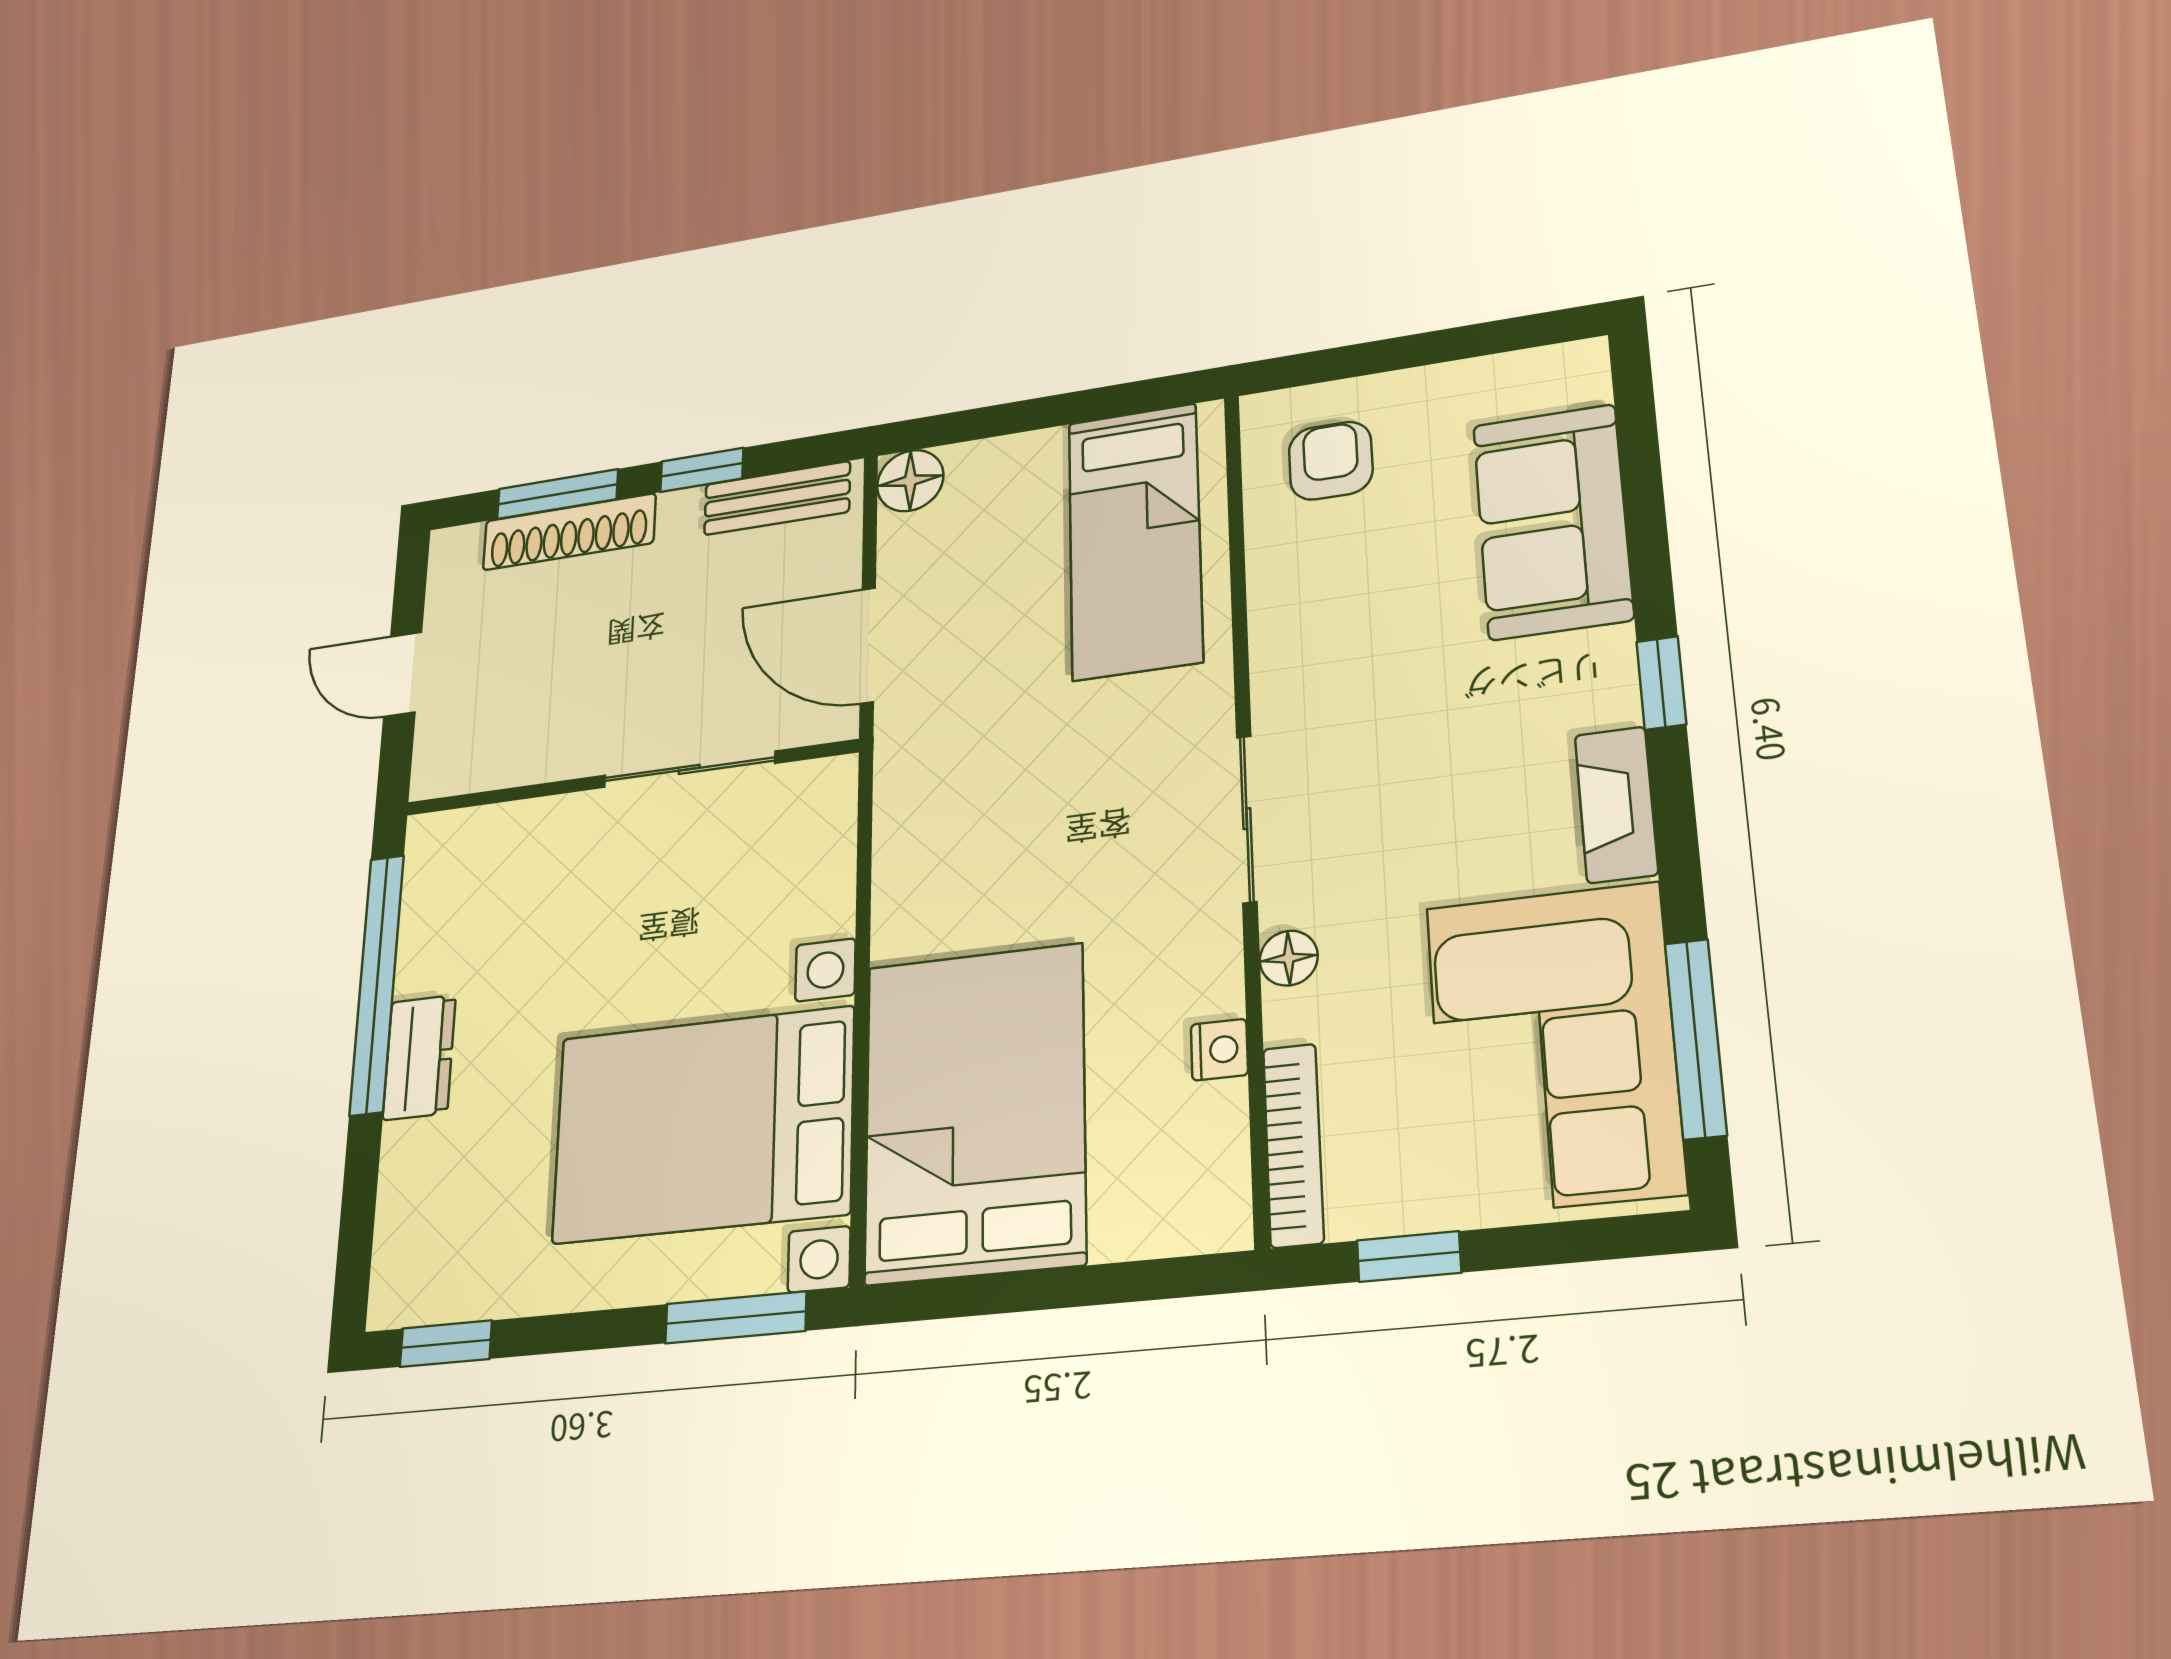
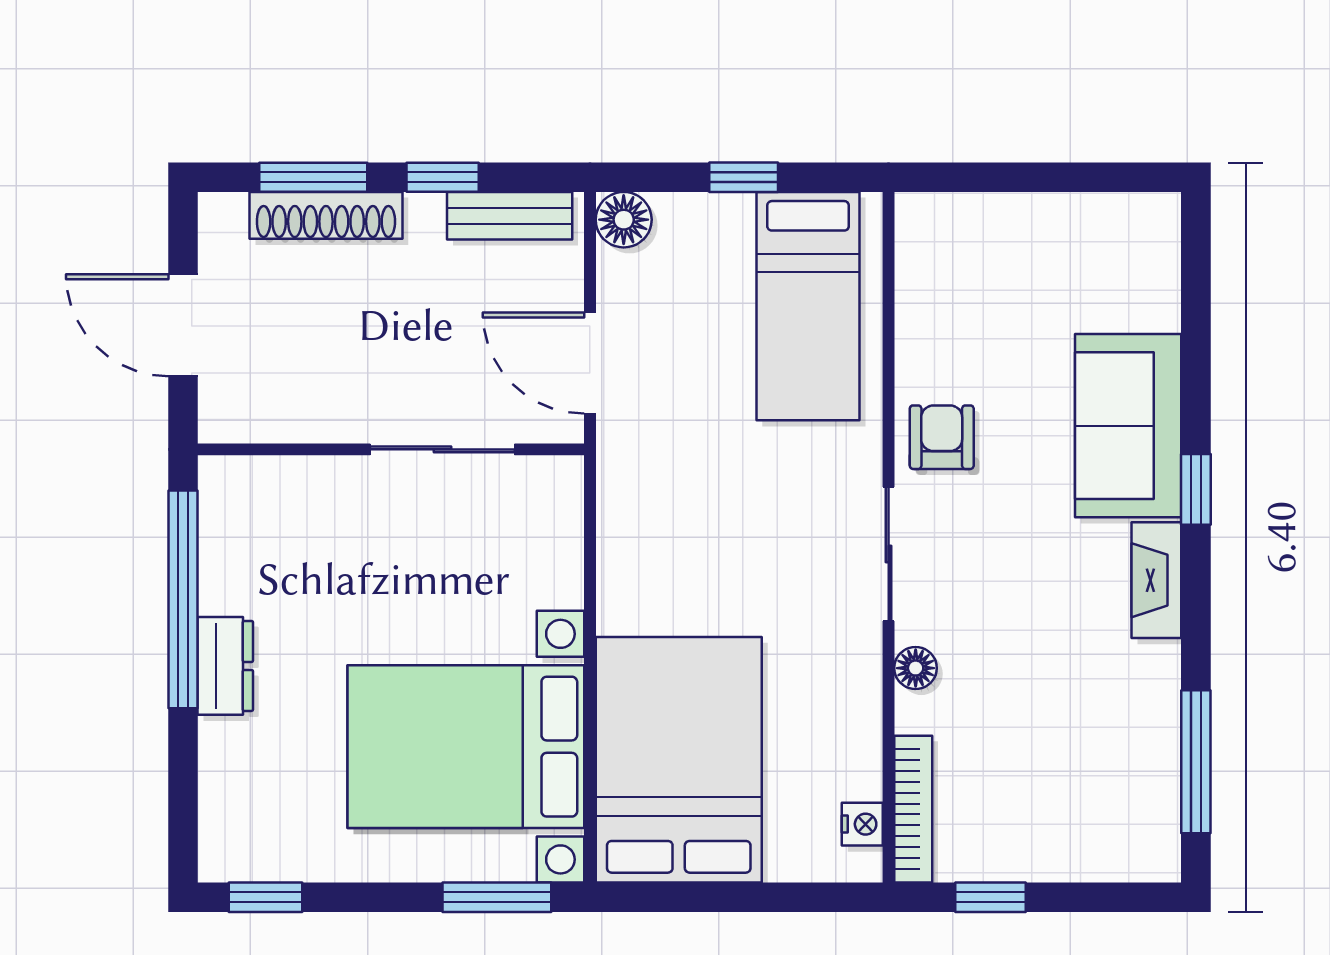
window: (1053, 411) -> (744, 177), added
armchair: (1331, 461) -> (942, 437), moved
sofa: (1552, 521) -> (1128, 426), moved
door: (403, 674) -> (183, 325), width x1.38
corner sofa: (1554, 1048) -> (1099, 758), removed
nightstand: (1219, 1050) -> (862, 824), moved

